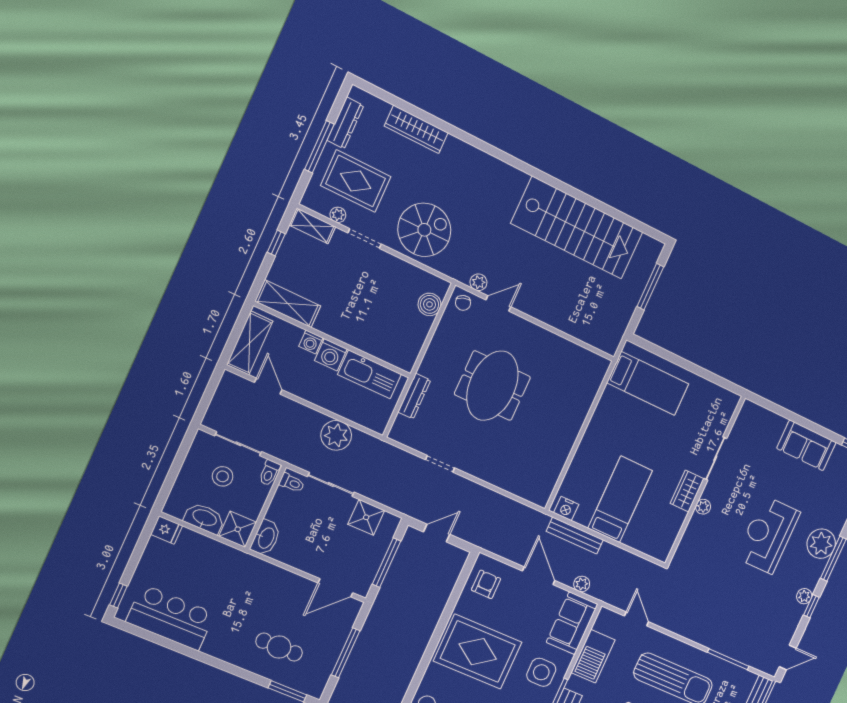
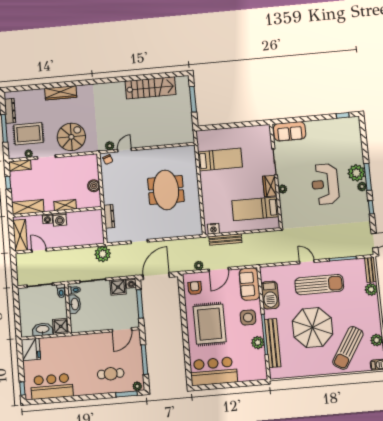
wardrobe: (416, 129) -> (61, 93), moved
stairs: (577, 228) -> (150, 88), width x0.73, depth x0.66
boiler: (429, 304) -> (94, 186), moved
shelving: (352, 337) -> (65, 205), added
kitchen sink: (369, 374) -> (83, 218), removed
bed: (648, 383) -> (220, 159), moved
meeting table: (492, 386) -> (166, 190), moved
plant: (336, 435) -> (103, 254), moved
sofa: (806, 445) -> (290, 131), moved
stool: (223, 476) -> (40, 305), removed
bed: (620, 499) -> (255, 209), moved, turned -90
washing machine: (391, 523) -> (131, 283), added
fridge: (167, 530) -> (31, 349), width x1.88, depth x1.34
door: (437, 533) -> (156, 276), width x1.87
washbasin: (266, 538) -> (74, 304), moved
door: (539, 576) -> (219, 269), swing flipped
plant: (582, 584) -> (199, 266), moved
plant: (804, 596) -> (362, 187), moved
door: (637, 619) -> (307, 262), moved
rug: (478, 652) -> (210, 324), turned 90
plant: (311, 688) -> (137, 386), added

